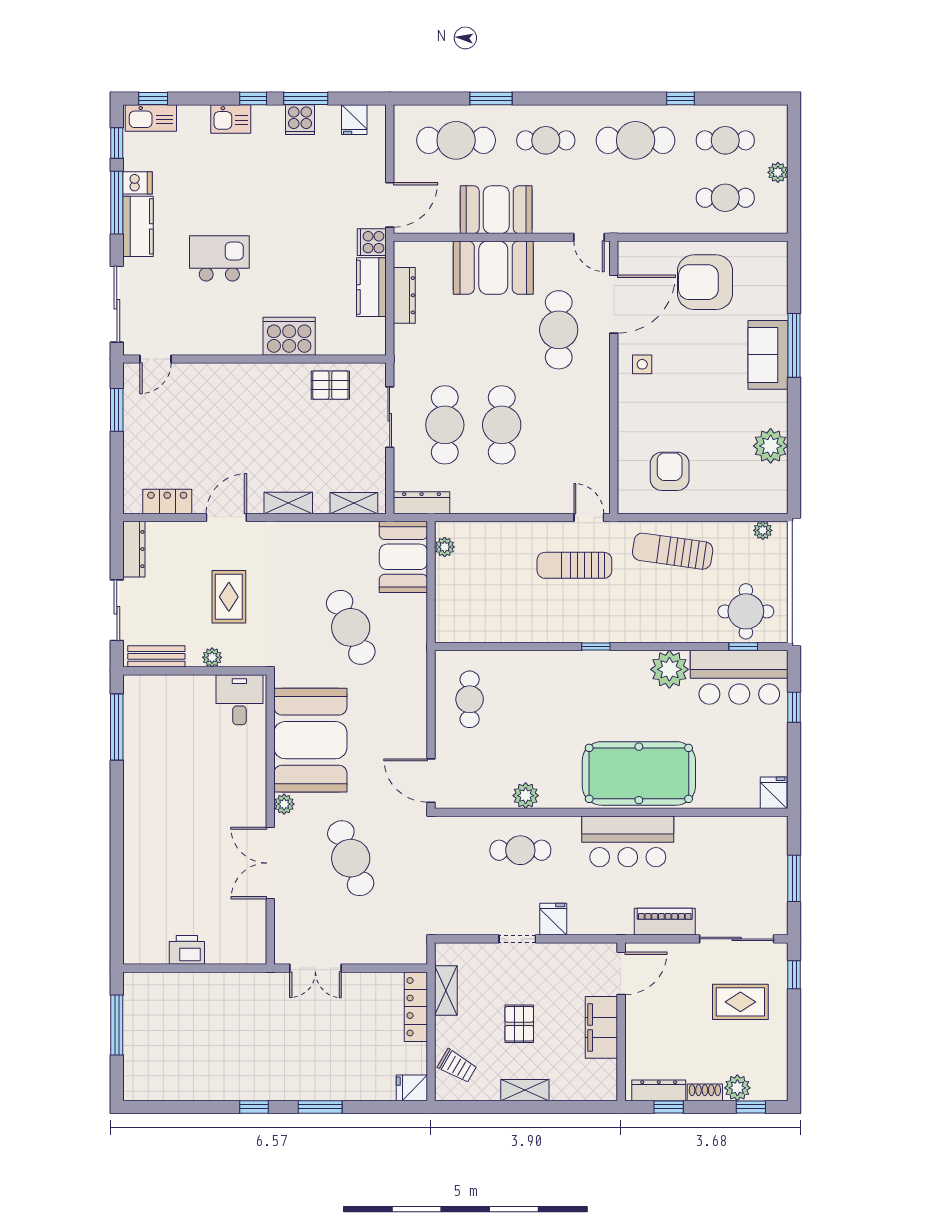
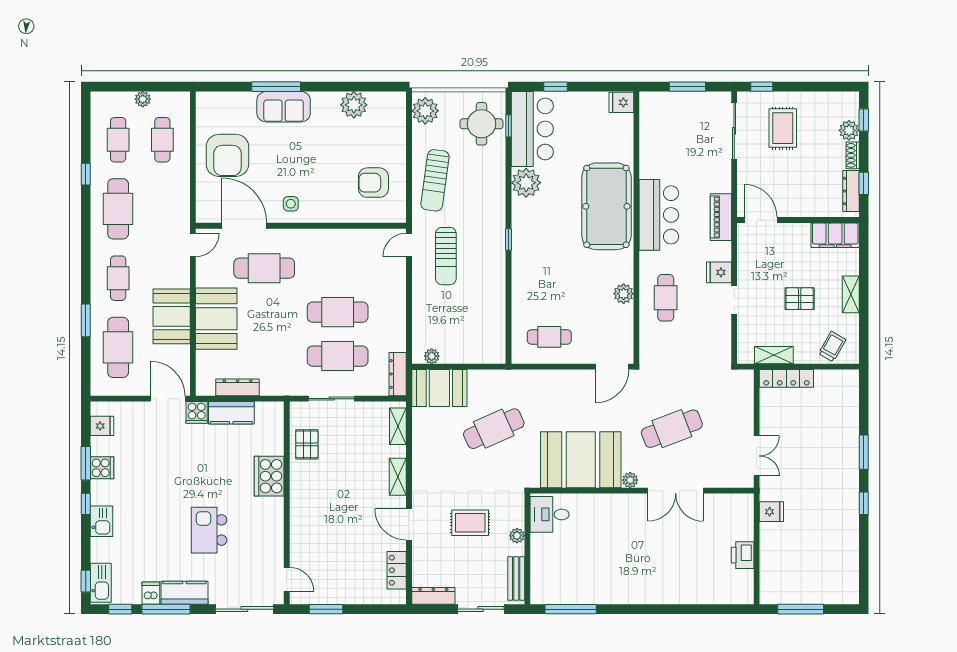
plant: (763, 530) -> (425, 111), width x1.87, depth x1.87
piano: (665, 922) -> (721, 217), moved
filing cabinet: (601, 1027) -> (835, 235), moved
fridge: (412, 1088) -> (771, 512), moved, turned -90

